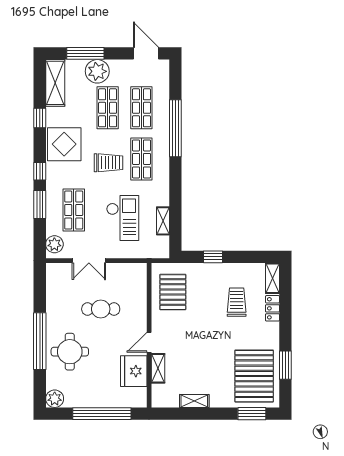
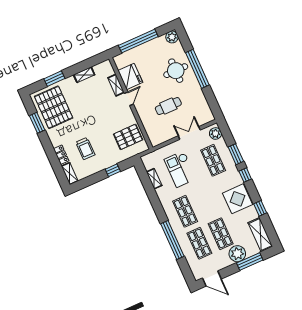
trolley: (108, 163) -> (205, 200), removed
pallet: (173, 292) -> (128, 137), turned 90
window: (252, 414) -> (54, 79), moved

